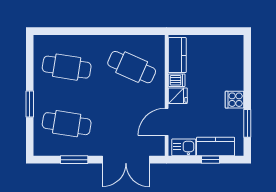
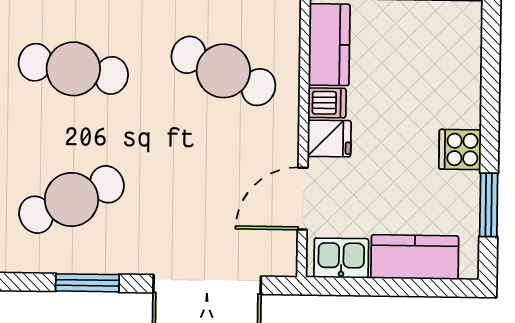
cafe table: (67, 124) -> (71, 199), turned -33
window: (211, 160) -> (403, 287), removed

